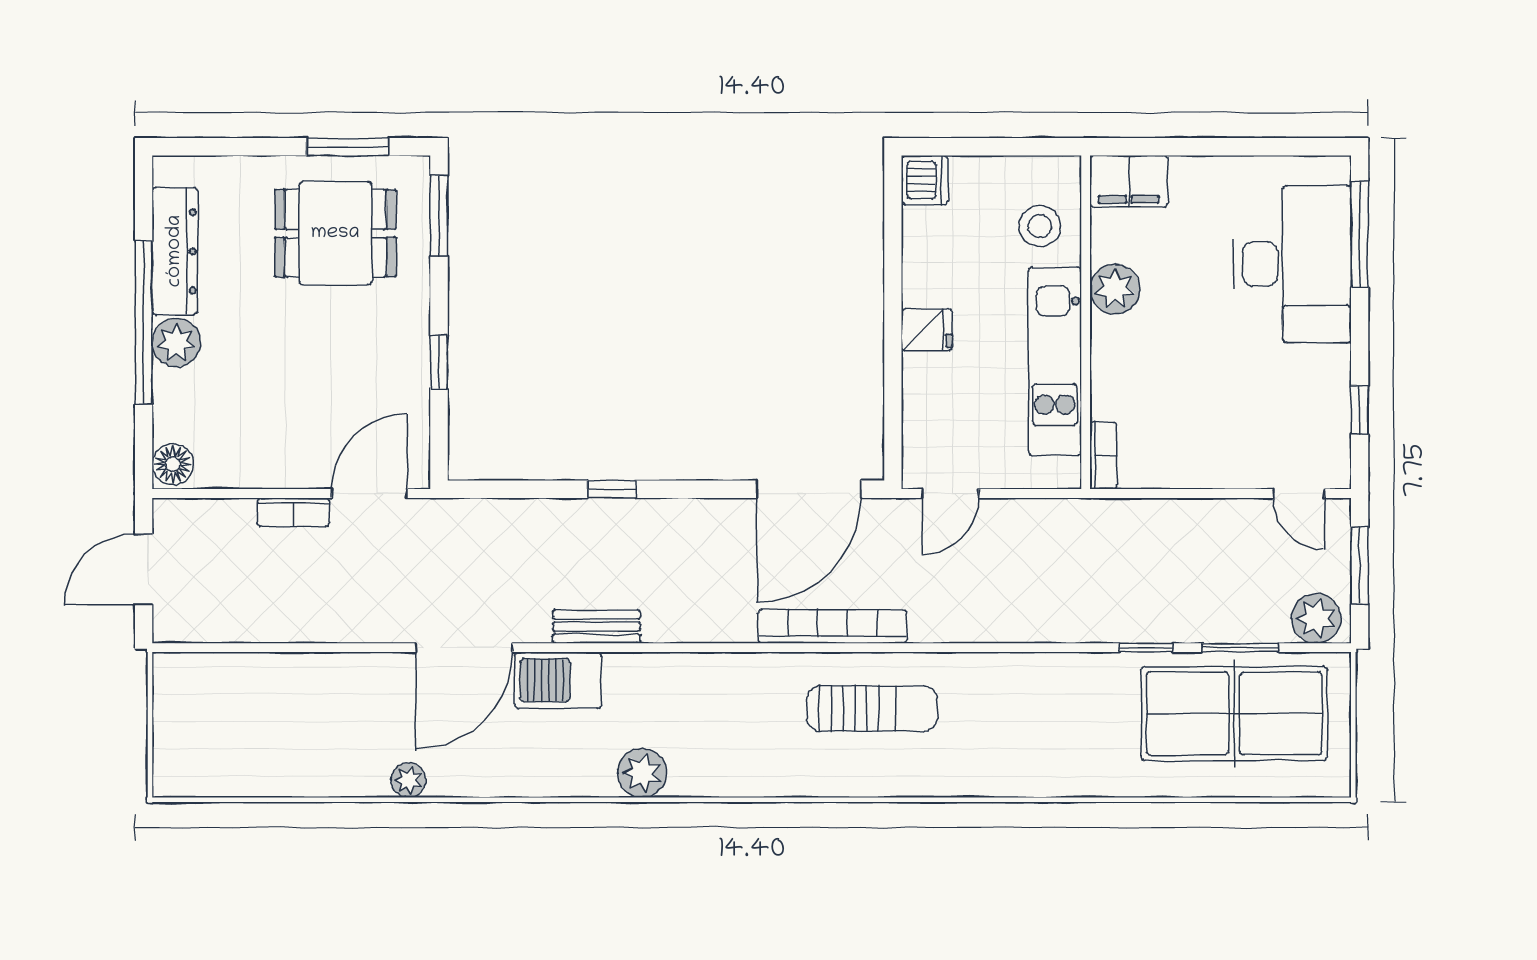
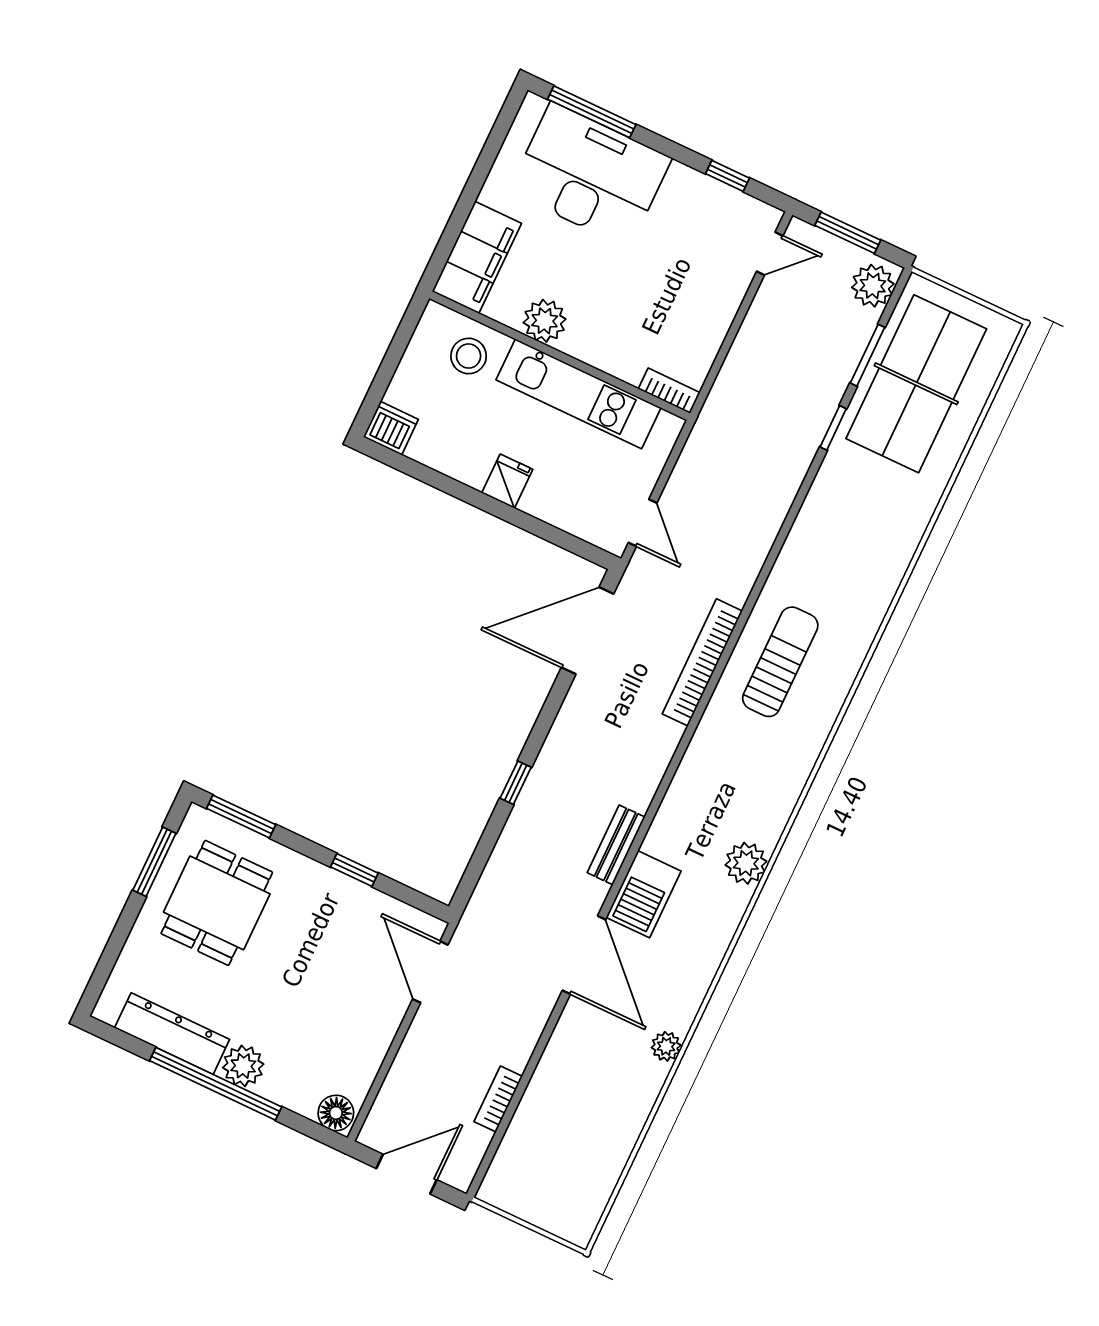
filing cabinet: (1129, 181) -> (477, 257), width x1.50, depth x1.17
door: (809, 489) -> (588, 631), swing flipped
bookcase: (293, 512) -> (498, 1099), moved, turned 180
door: (144, 569) -> (406, 1174), swing flipped

